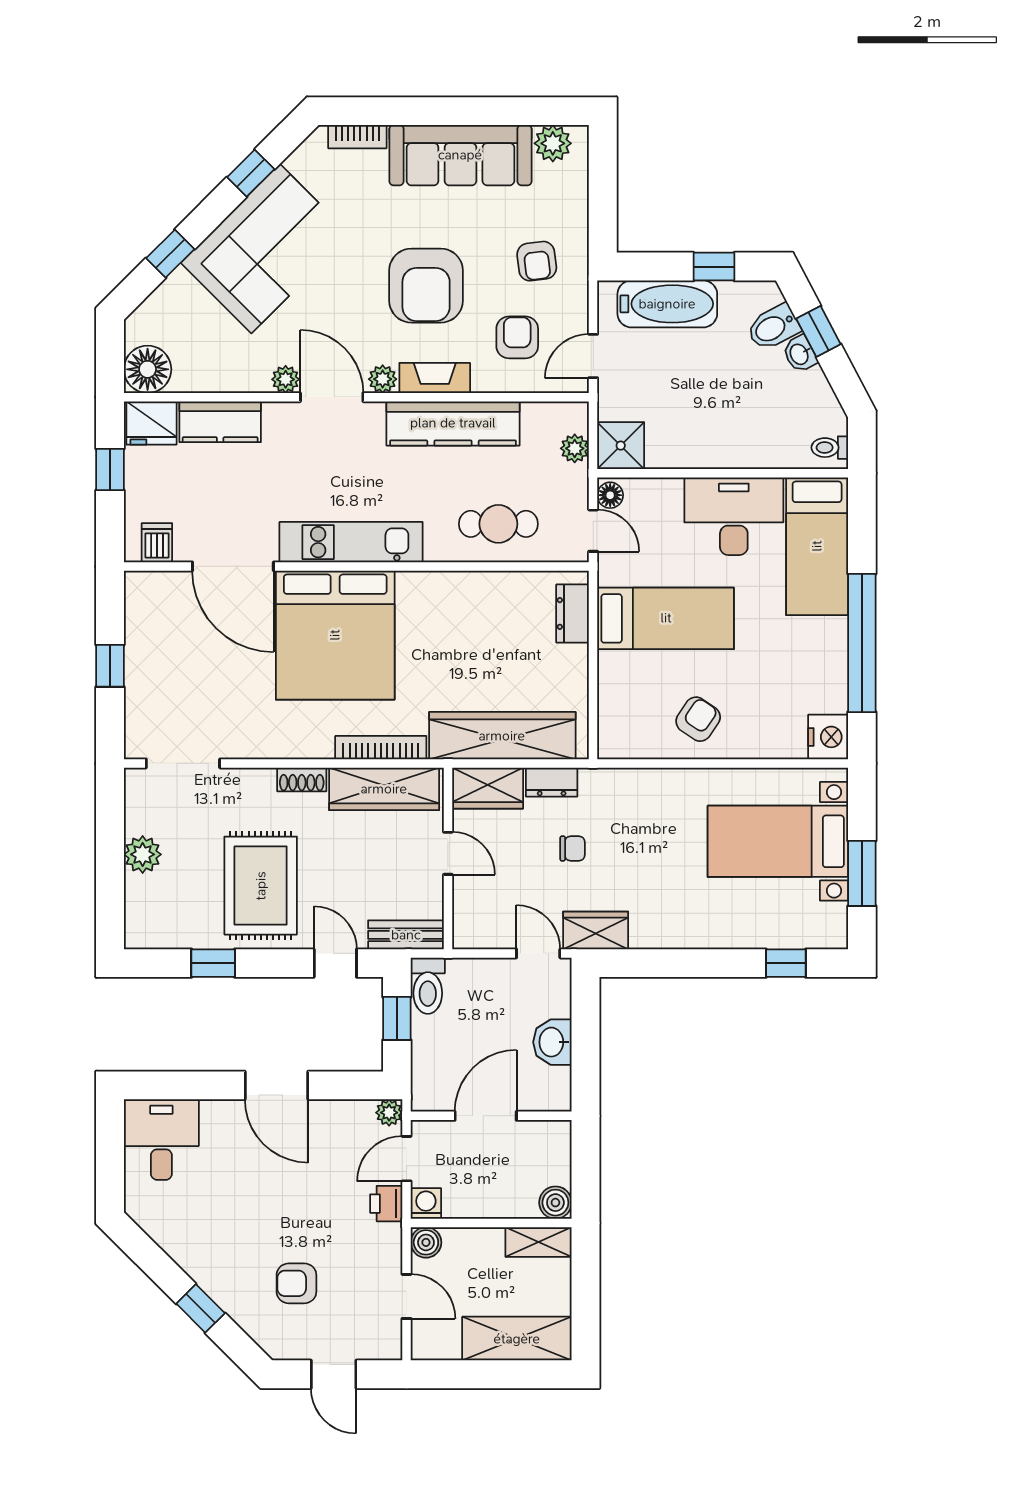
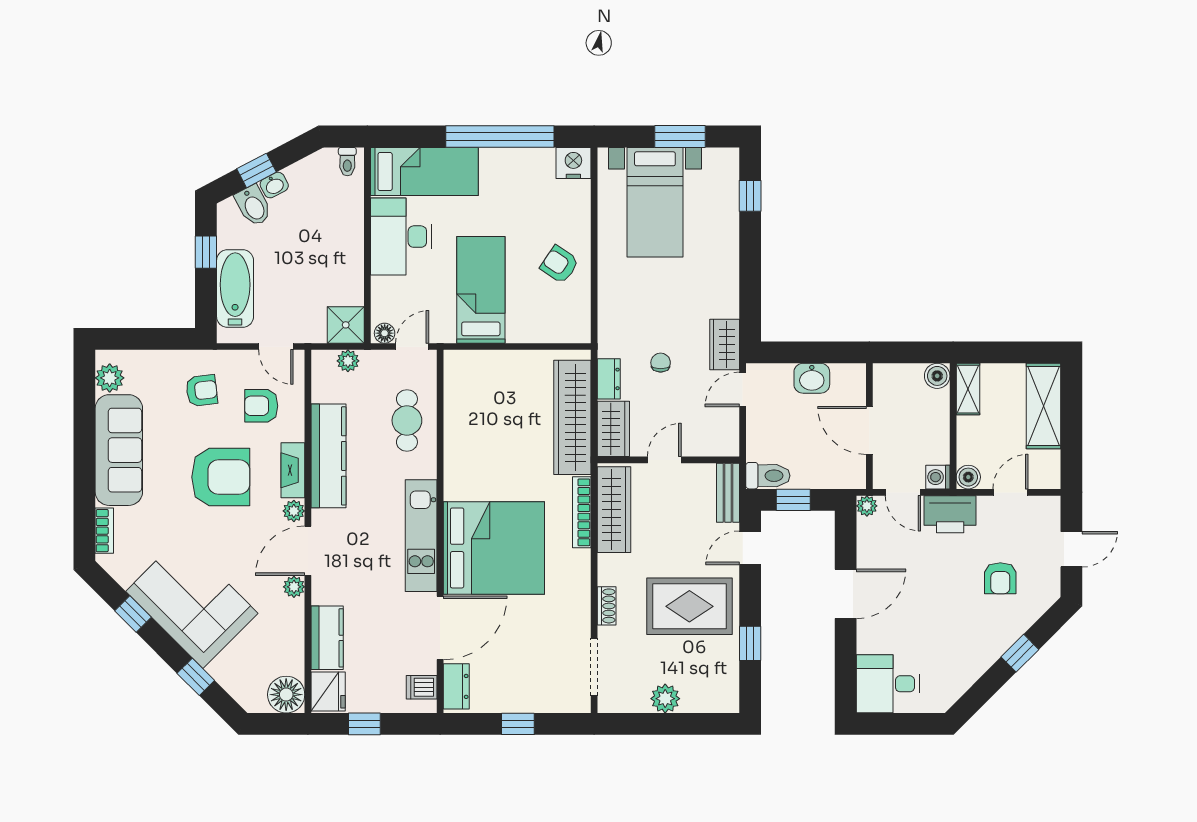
dresser: (573, 613) -> (456, 686), moved, turned -90
shoe rack: (302, 779) -> (607, 606), moved
printer: (386, 1204) -> (950, 514), width x1.87, depth x1.48

